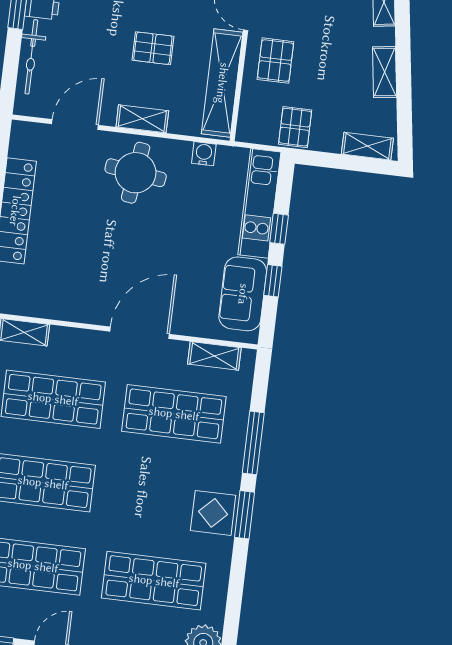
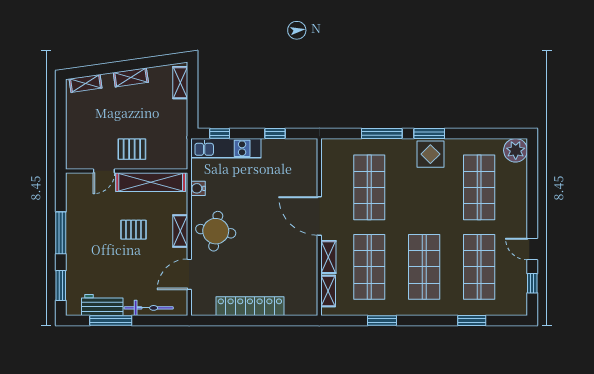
pallet: (153, 48) -> (134, 230), turned 90
door: (75, 125) -> (189, 274), hinge flipped
pallet: (295, 127) -> (174, 131), removed
window: (279, 229) -> (220, 134), moved
sofa: (243, 294) -> (286, 152), removed
shelving: (214, 356) -> (328, 257), moved

